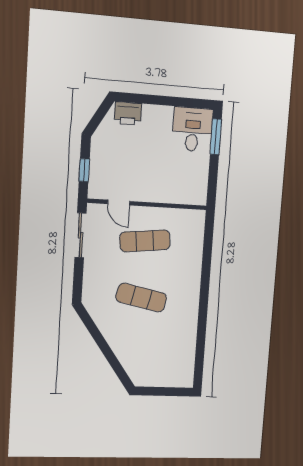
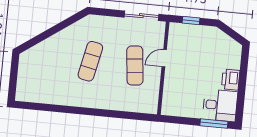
printer: (128, 113) -> (231, 80), moved
door: (119, 203) -> (164, 58), moved

